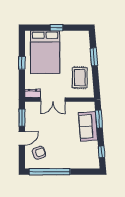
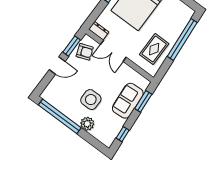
window: (94, 57) -> (182, 39), width x2.11
side table: (62, 144) -> (91, 100), added
armchair: (39, 153) -> (85, 52), moved
plant: (72, 163) -> (87, 124), added

